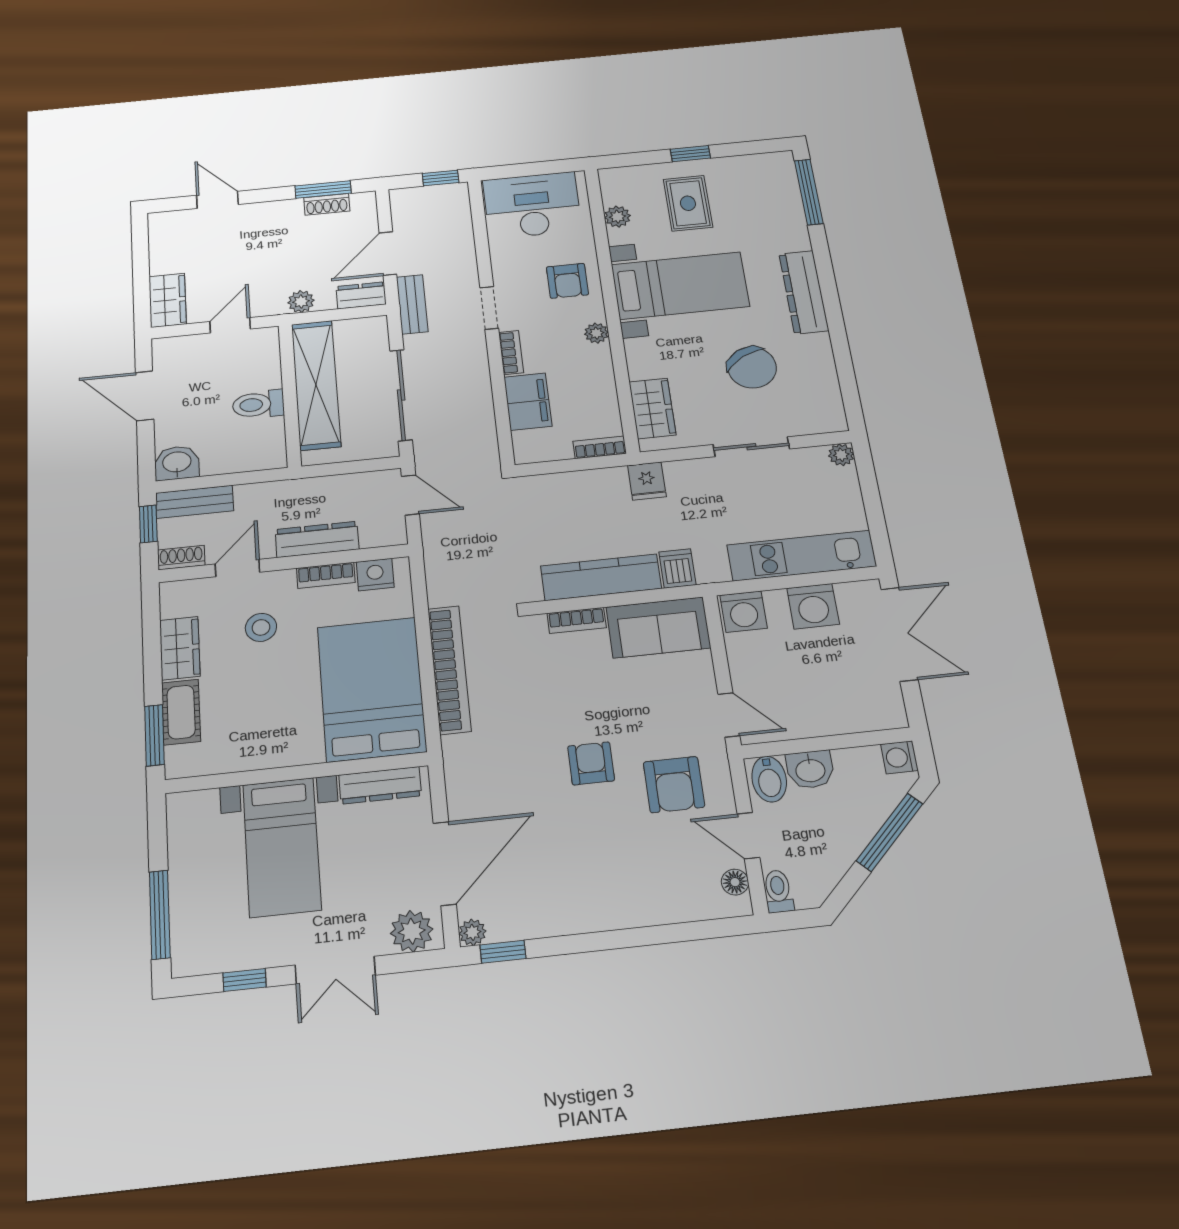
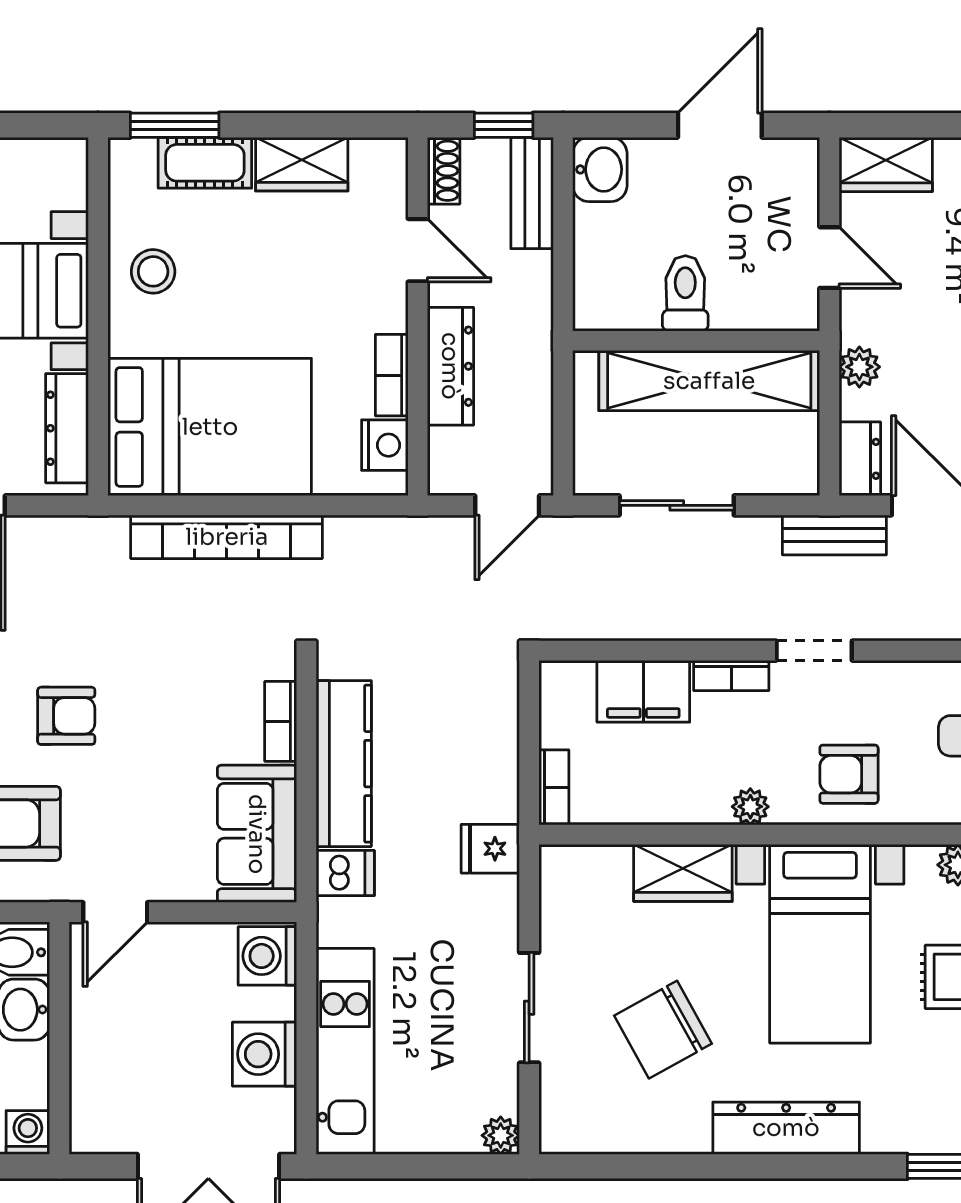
sliding door: (401, 395) -> (677, 505), width x0.73
wardrobe: (652, 408) -> (683, 873), moved
stool: (261, 627) -> (153, 271), moved

